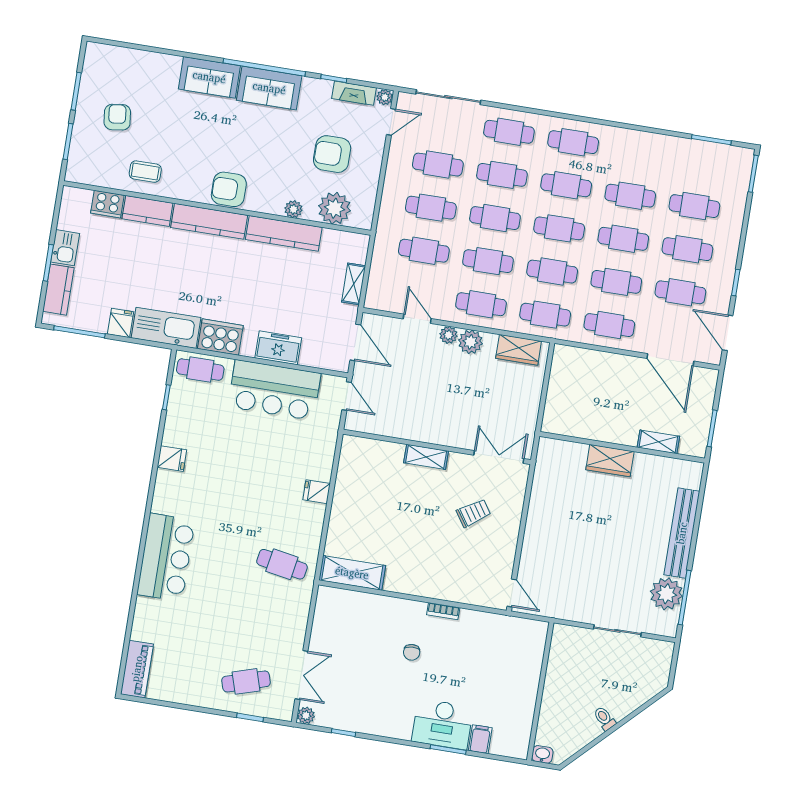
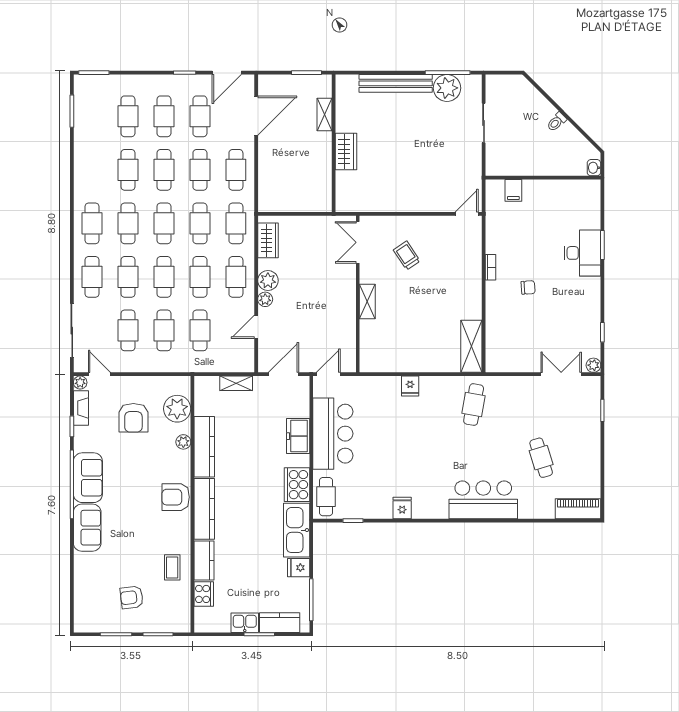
armchair: (229, 189) -> (176, 497), turned 90
cafe table: (246, 681) -> (541, 458), moved
filing cabinet: (480, 739) -> (513, 190), moved, turned -90

